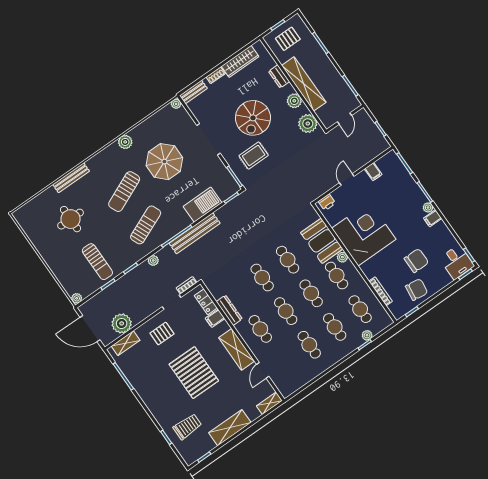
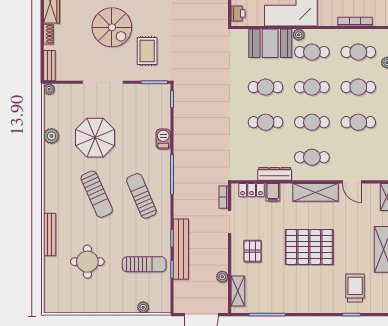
plant: (125, 142) -> (51, 136), moved
barbecue: (203, 205) -> (163, 139), width x0.53, depth x0.65
bench: (195, 233) -> (181, 249), moved
plant: (153, 260) -> (179, 212), removed
plant: (77, 298) -> (143, 307), moved
plant: (122, 323) -> (222, 277), width x0.53, depth x0.53

